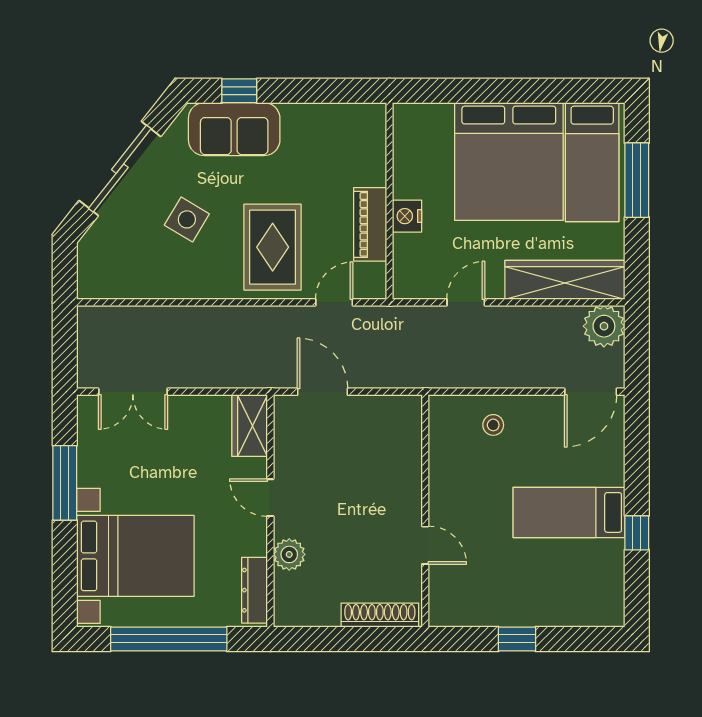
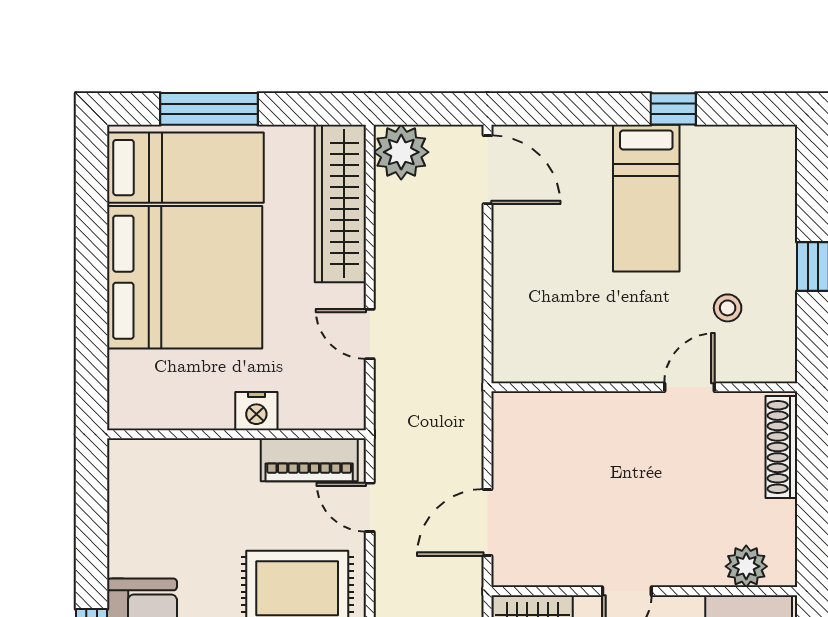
piano: (370, 224) -> (309, 460), moved
stool: (493, 425) -> (728, 308), moved
plant: (289, 554) -> (746, 566), moved

